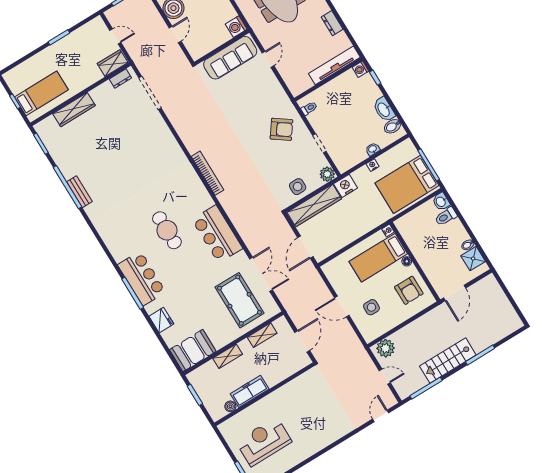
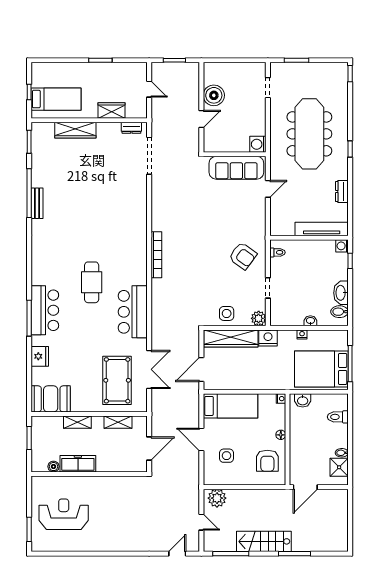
wardrobe: (113, 63) -> (112, 111), moved
washbasin: (441, 202) -> (303, 400), moved, turned -90
bed: (378, 258) -> (230, 406), moved, turned 180

